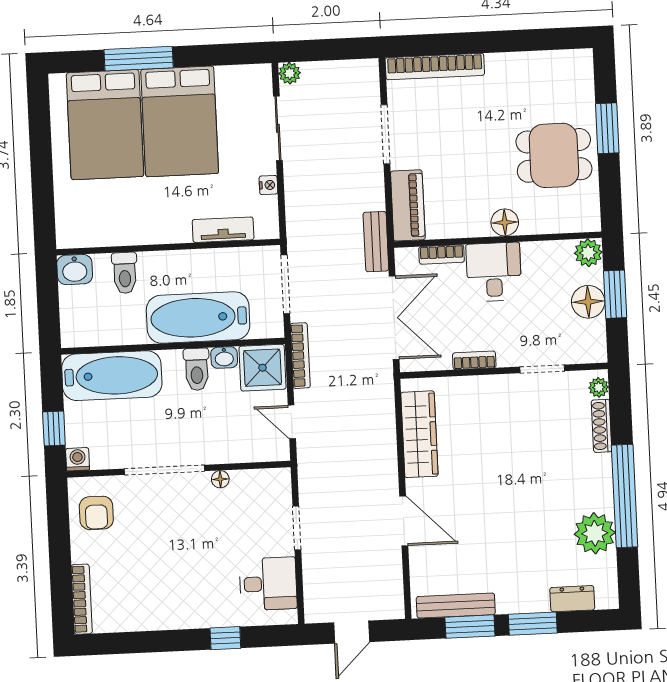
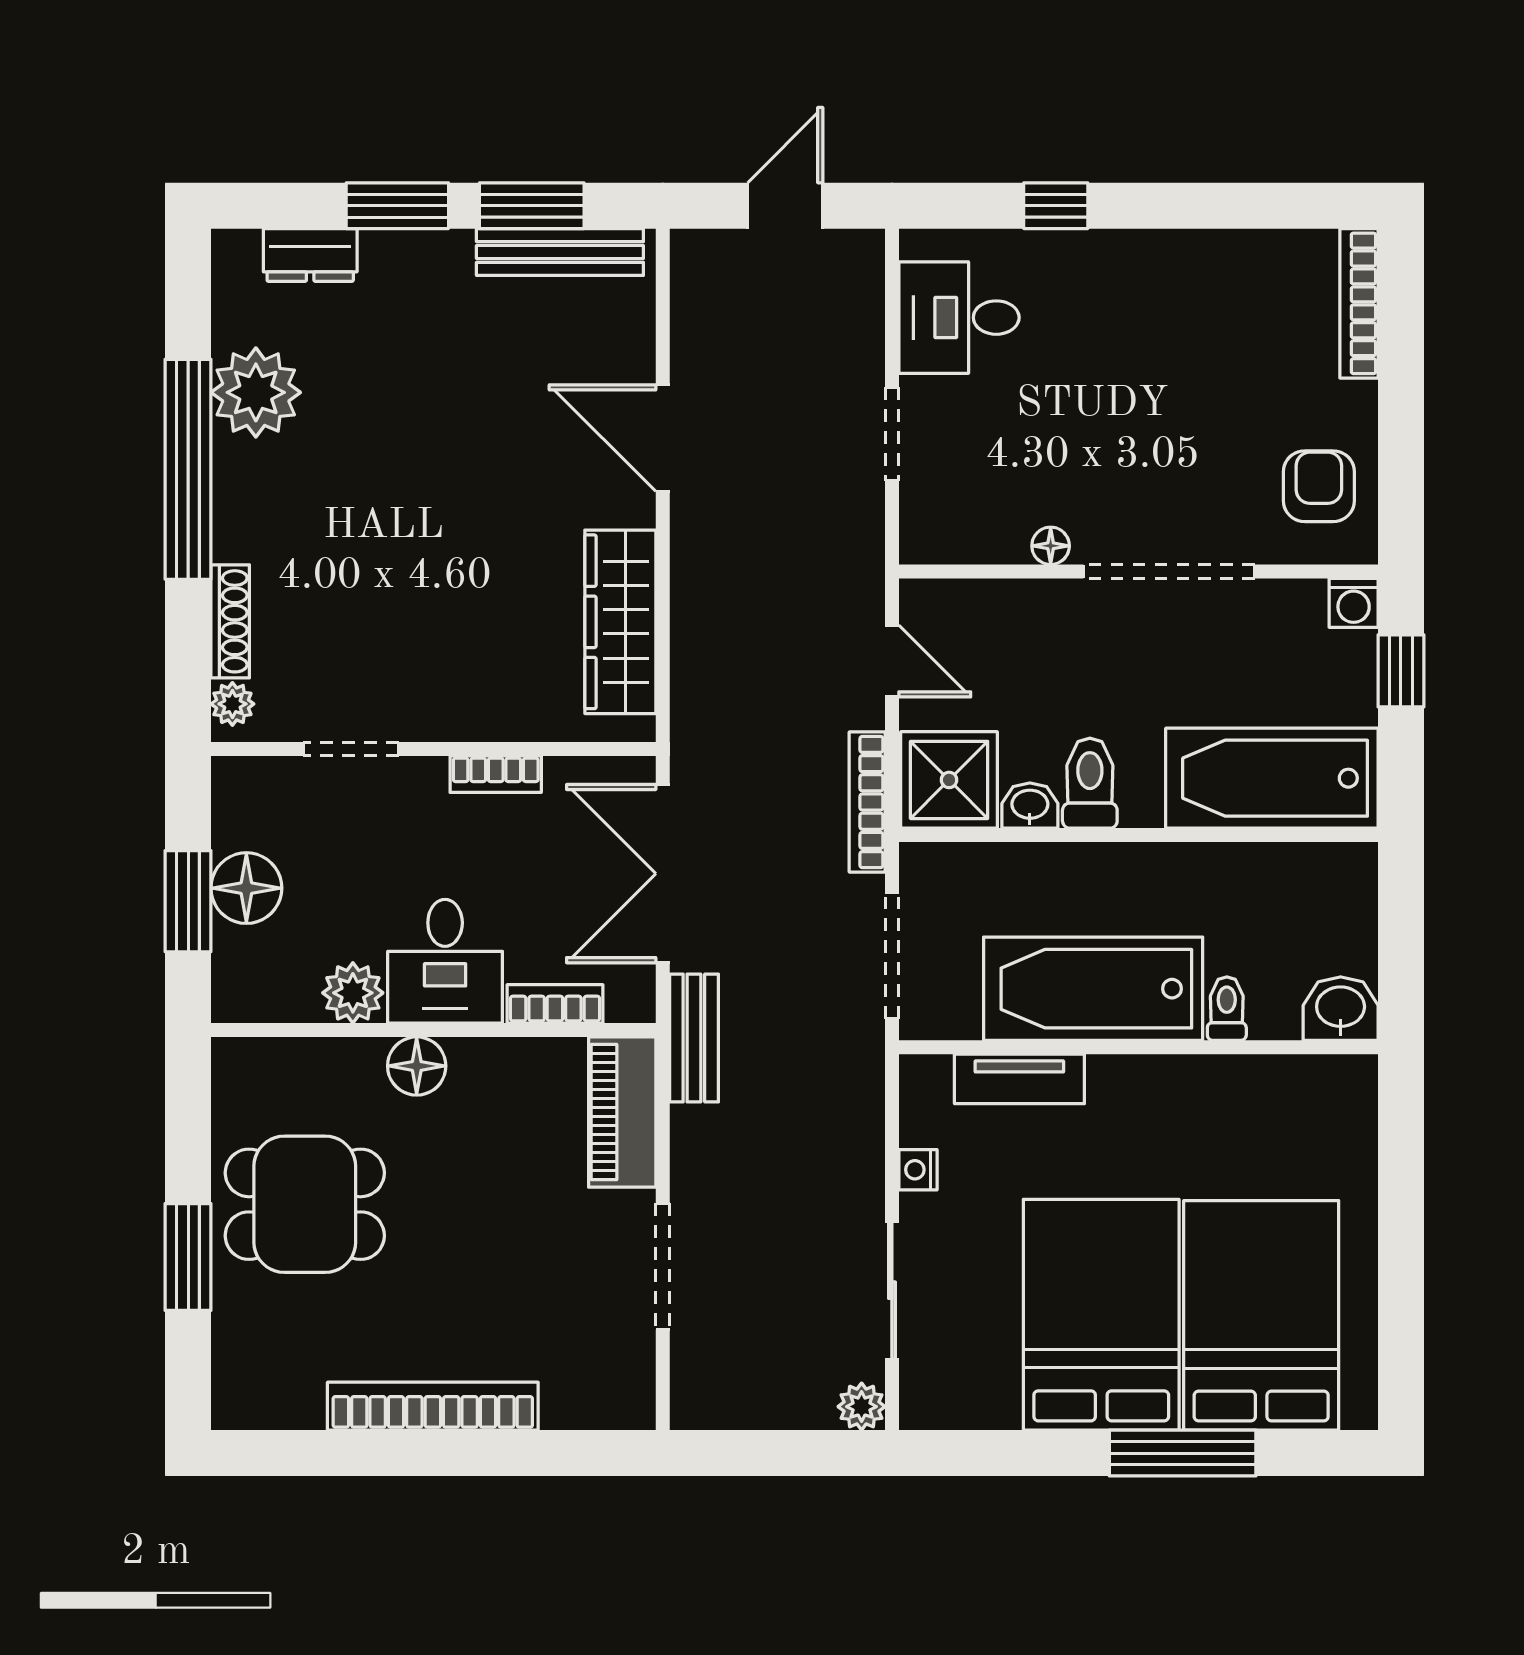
bookcase: (435, 67) -> (433, 1406), moved
plant: (588, 253) -> (353, 993), moved
toilet: (125, 273) -> (1227, 1009), width x0.73, depth x0.72
bathtub: (198, 318) -> (1093, 989), moved, turned 180

